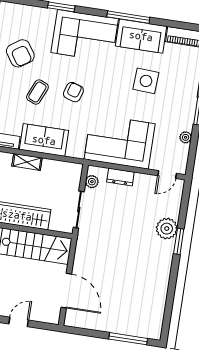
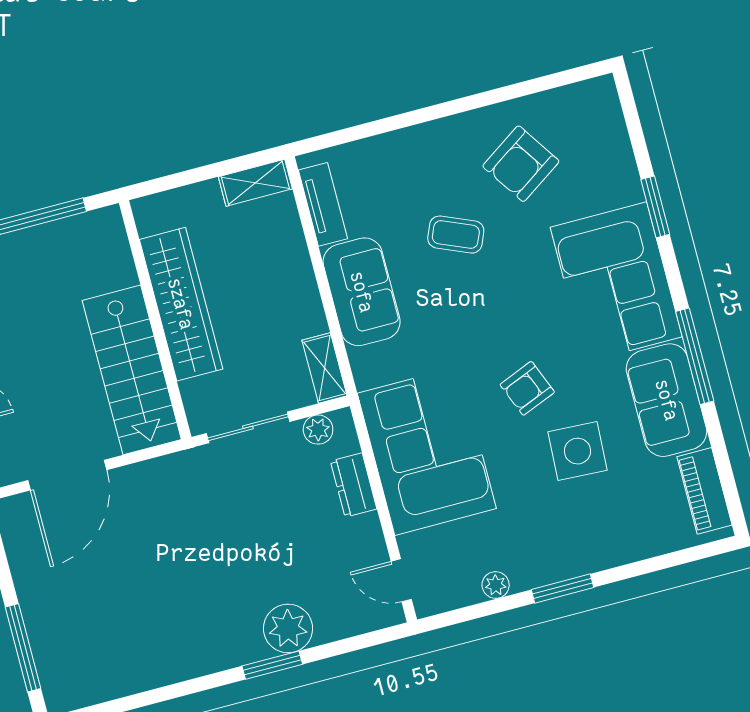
armchair: (73, 92) -> (527, 388), moved, turned 141
shelving: (27, 162) -> (325, 368), moved

